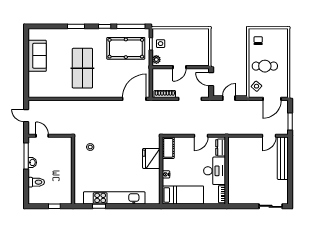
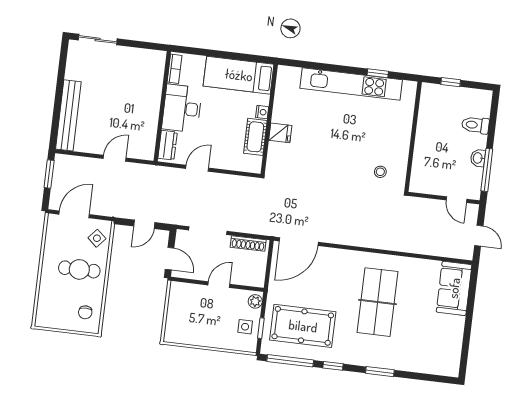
sofa: (37, 56) -> (454, 288), moved
door: (269, 136) -> (115, 158), moved
cot: (168, 148) -> (255, 137), moved
fridge: (151, 158) -> (280, 133), width x0.53, depth x0.75

